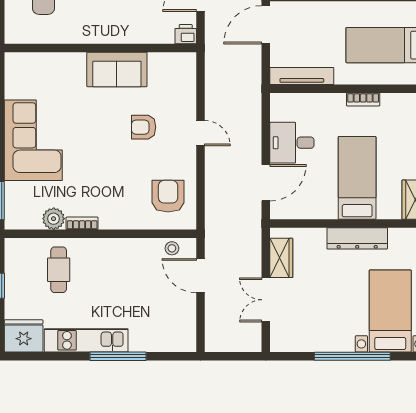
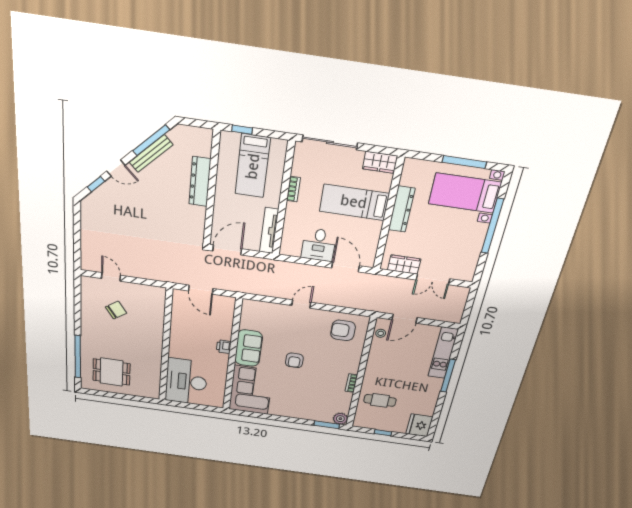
door: (266, 25) -> (227, 250), swing flipped
printer: (186, 34) -> (224, 347), moved
armchair: (144, 127) -> (294, 360), moved
corner sofa: (33, 140) -> (251, 390), moved, turned 90
plant: (54, 219) -> (340, 419), moved
kitchen unit: (86, 340) -> (443, 353), moved

